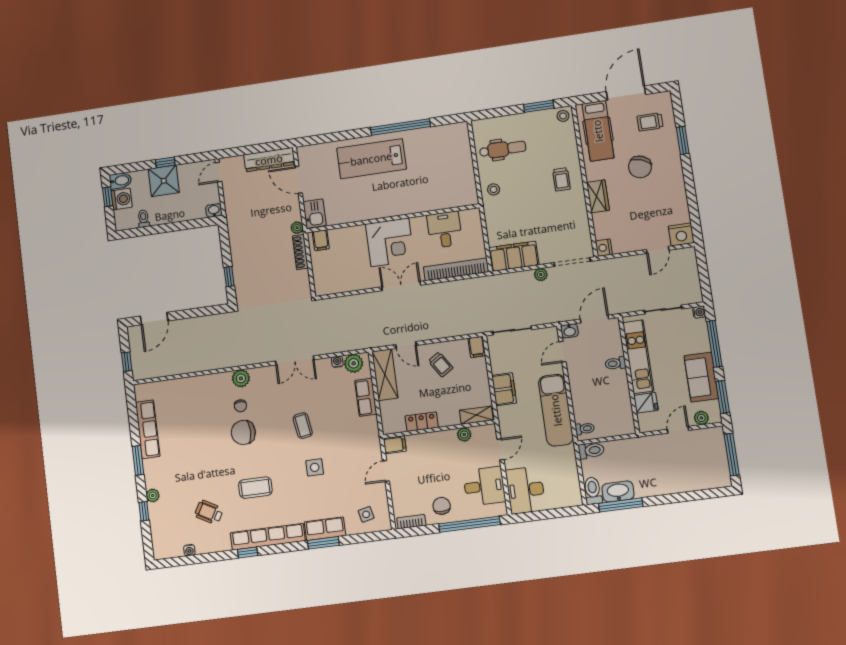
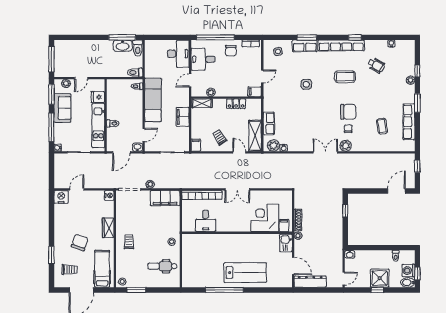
corner desk: (390, 242) -> (265, 218), moved
double door: (295, 360) -> (325, 152), moved
coffee table: (303, 426) -> (382, 126), moved

